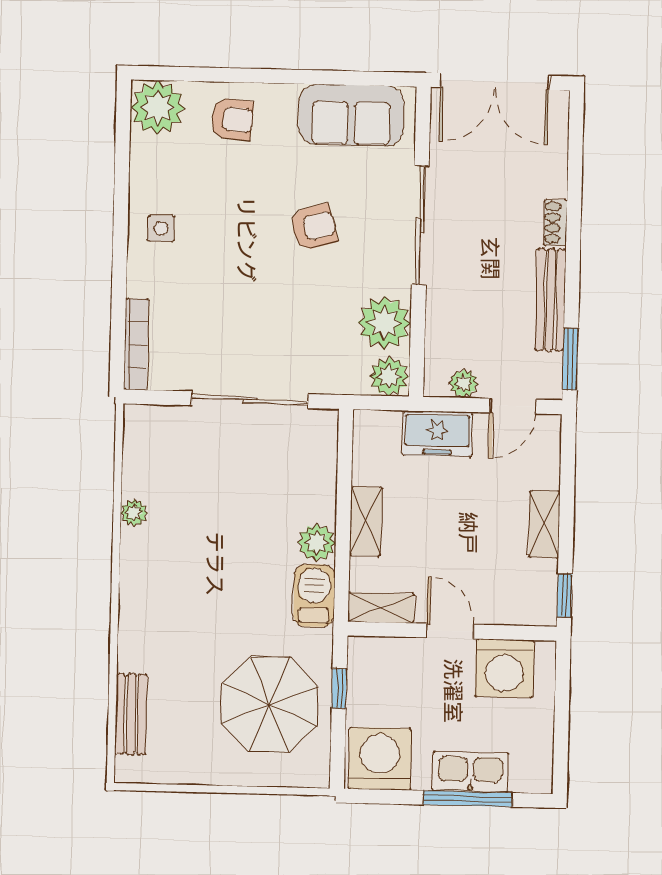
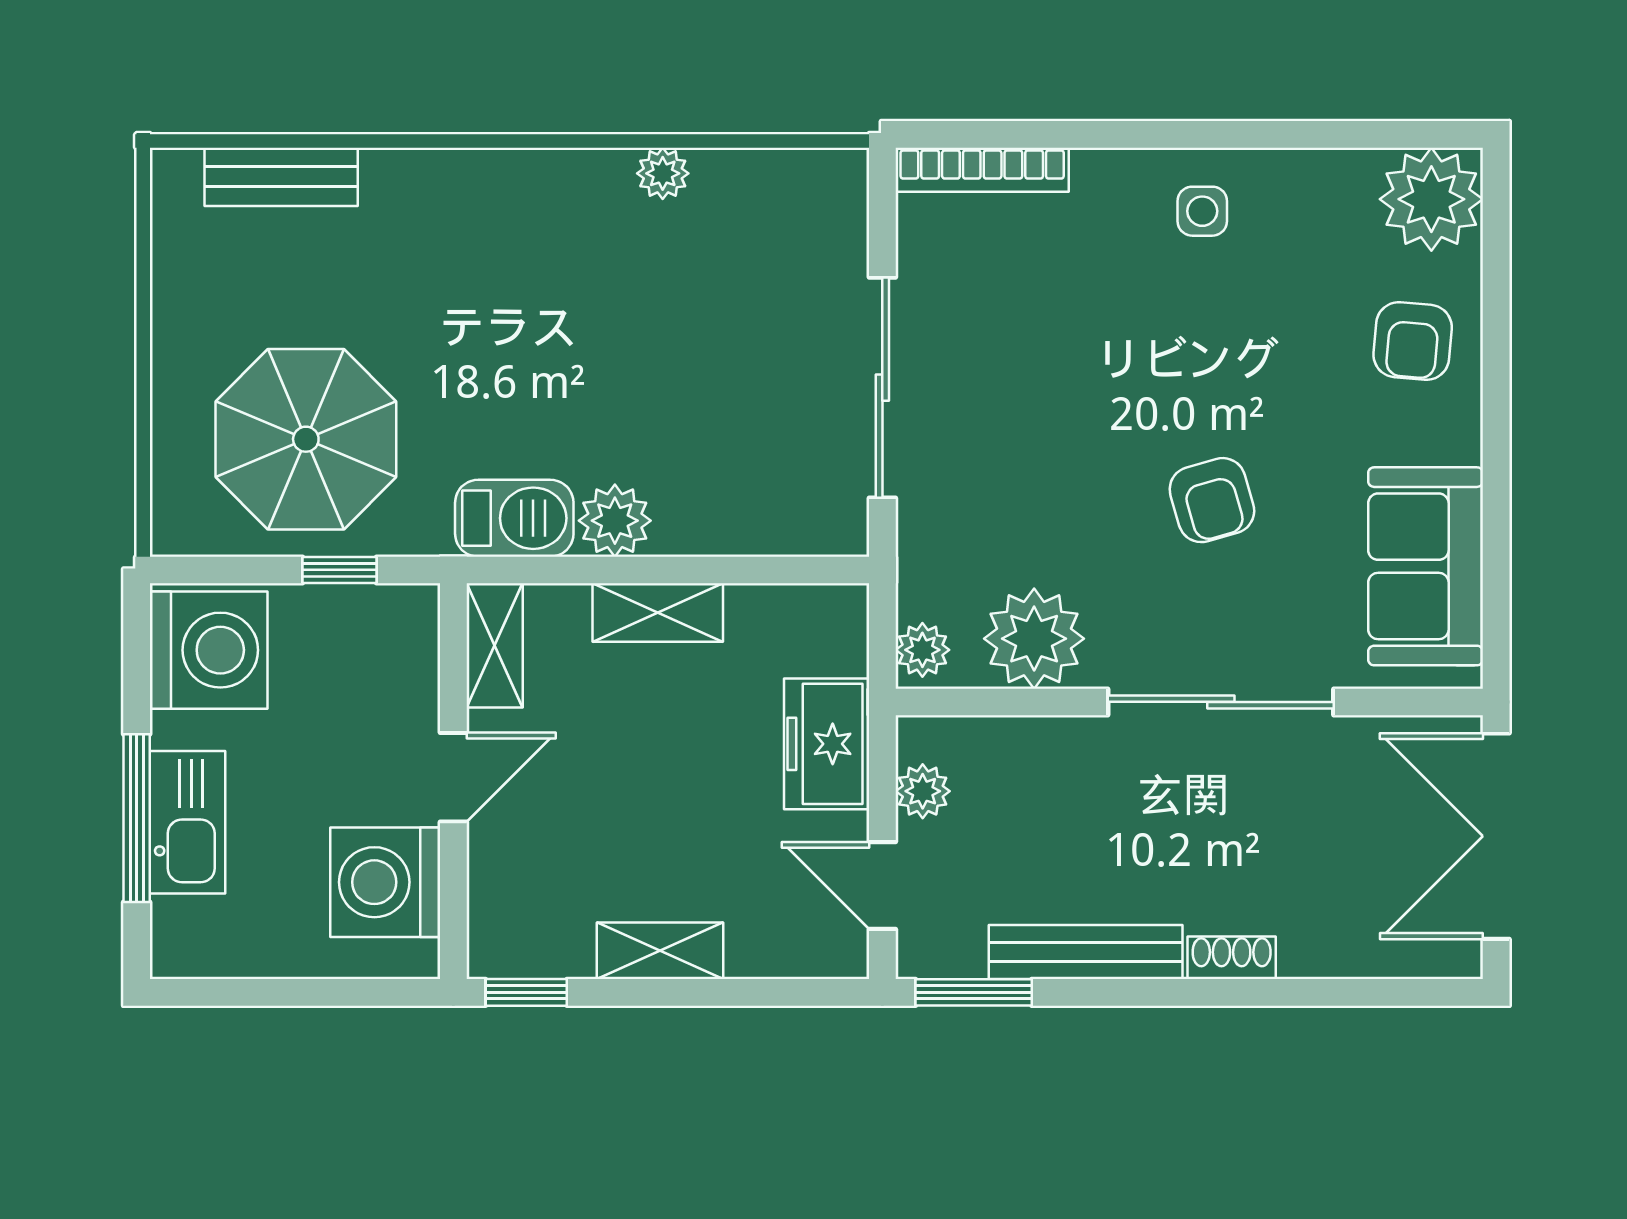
plant: (389, 377) -> (922, 650), width x0.73, depth x0.73

